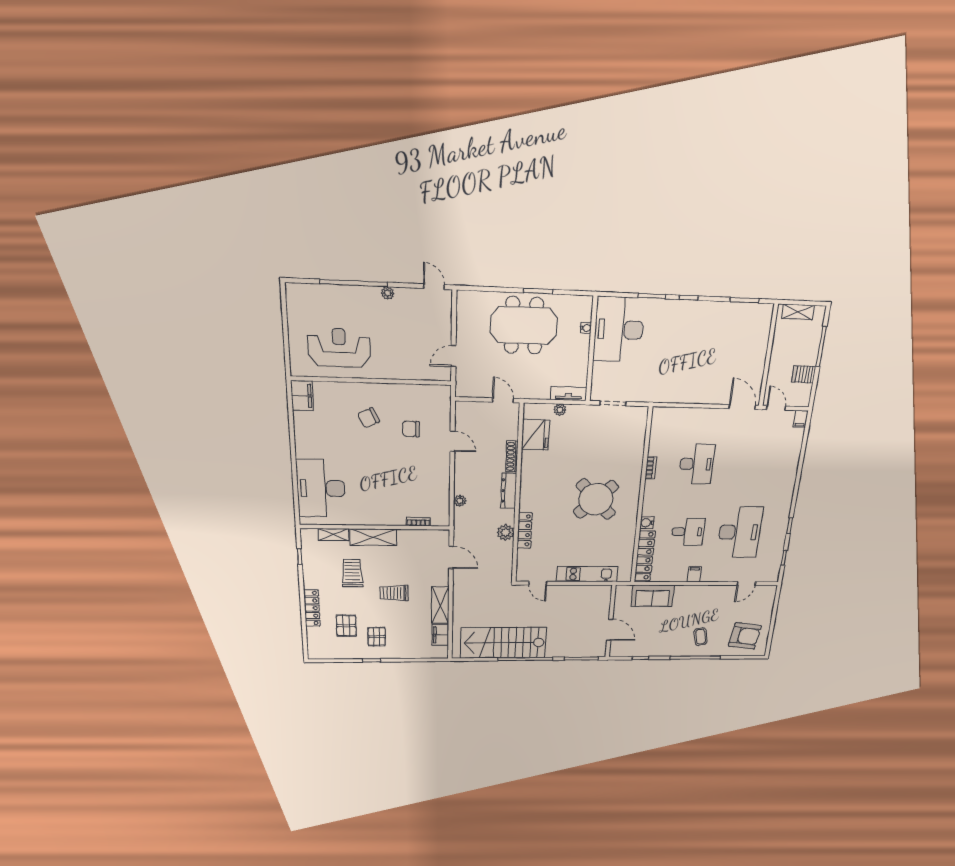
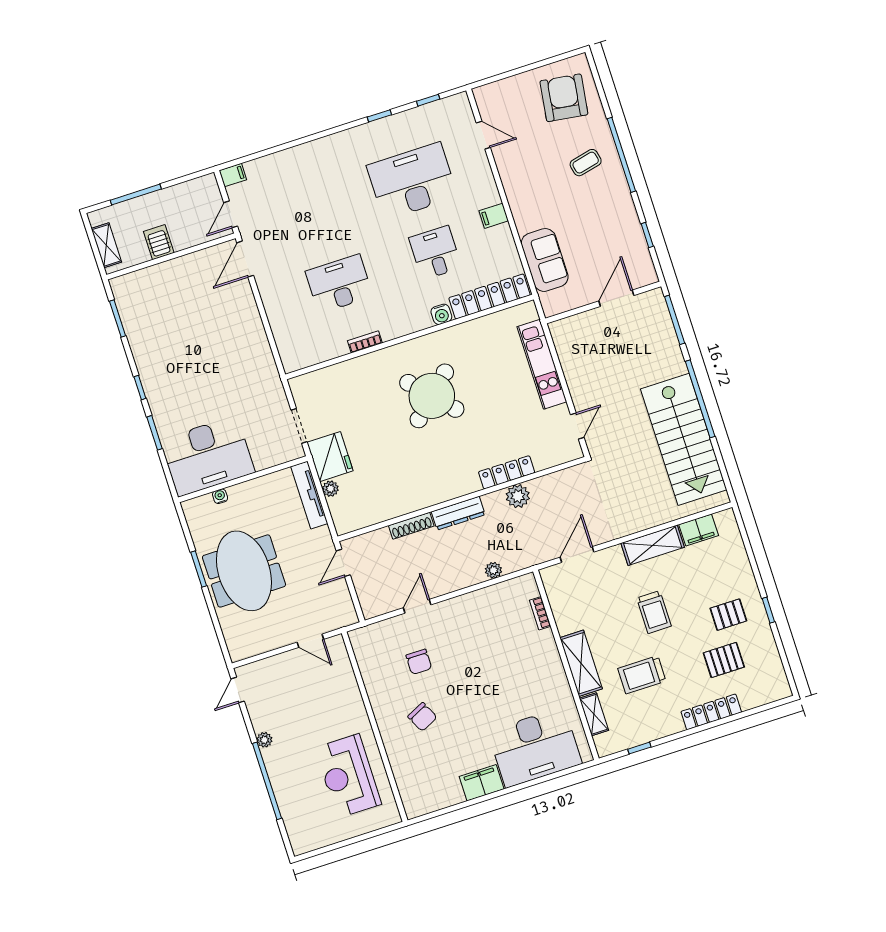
server rack: (804, 374) -> (159, 242), moved, turned 180
tv unit: (569, 394) -> (309, 495), width x1.41
filing cabinet: (302, 396) -> (482, 783), moved
fridge: (536, 435) -> (330, 457), moved, turned 90

